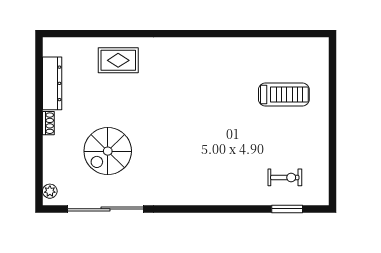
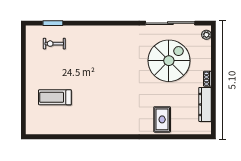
rug: (118, 60) -> (162, 119), turned 90
spiral stairs: (108, 151) -> (169, 61), width x1.37, depth x1.37

